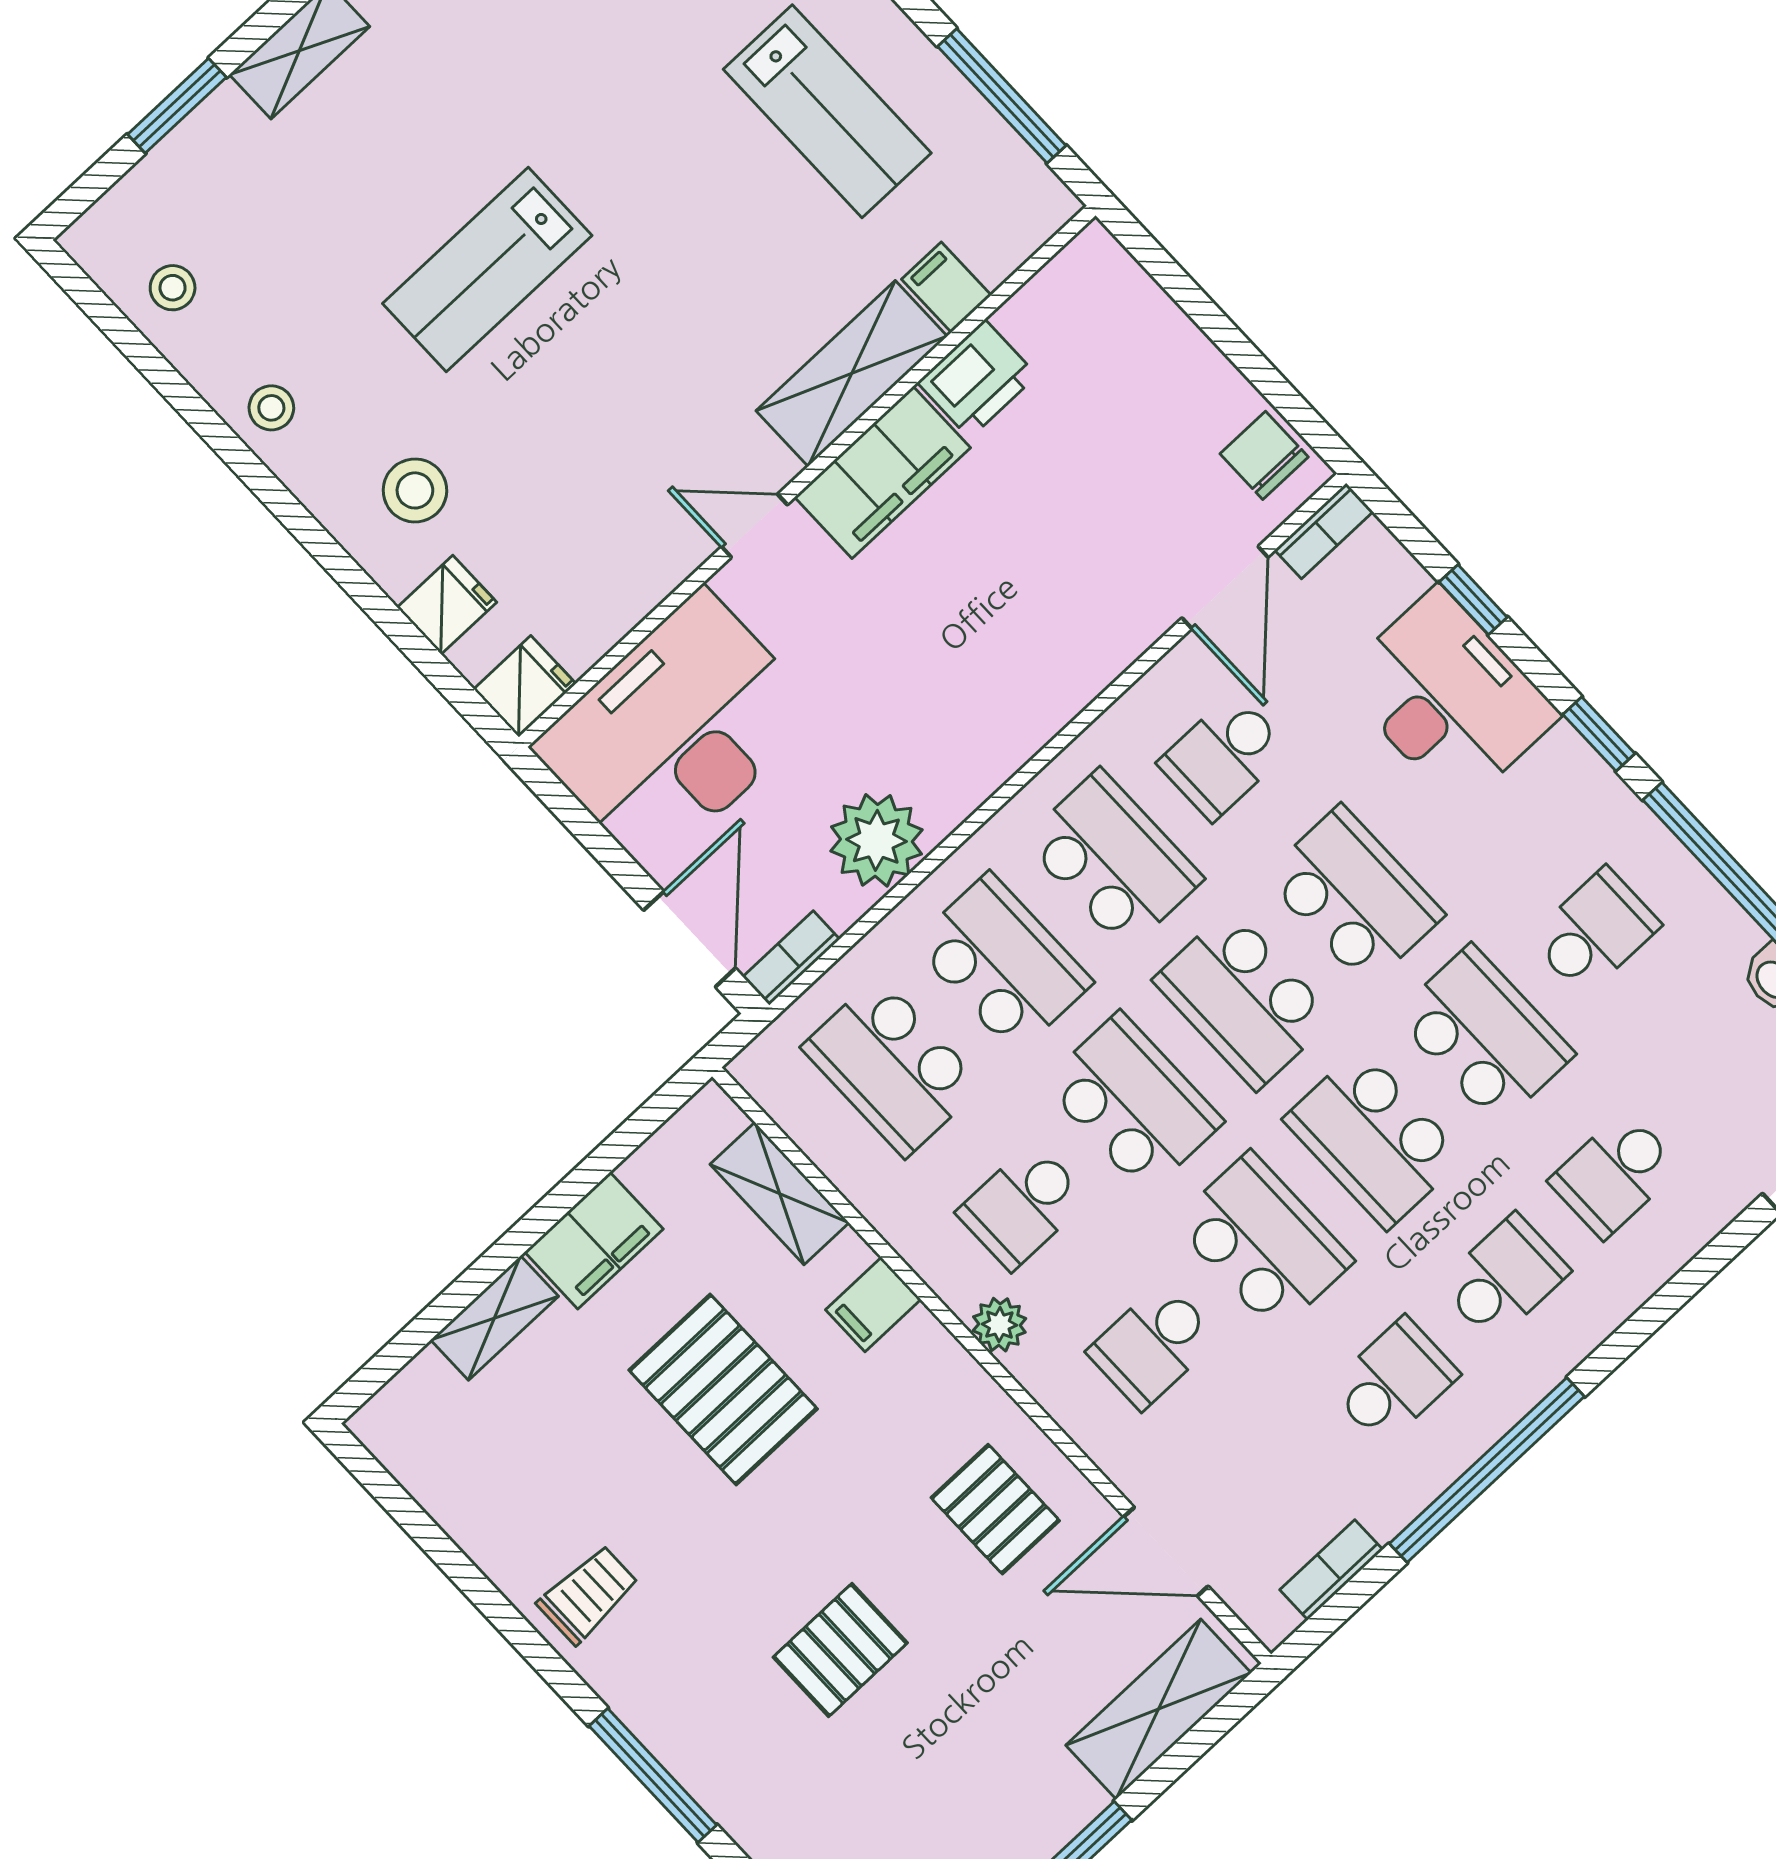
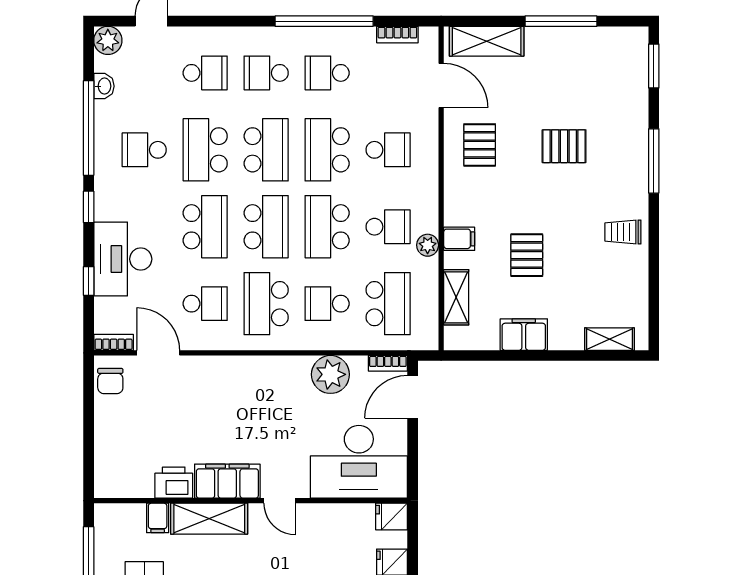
door: (1225, 588) -> (158, 353), hinge flipped
school desk: (1354, 896) -> (205, 227), turned 180
school desk: (1003, 963) -> (327, 304), width x0.54
shelving: (494, 1318) -> (609, 339), moved
plant: (999, 1325) -> (428, 245), moved
pallet: (723, 1389) -> (527, 255), width x0.67, depth x0.71

